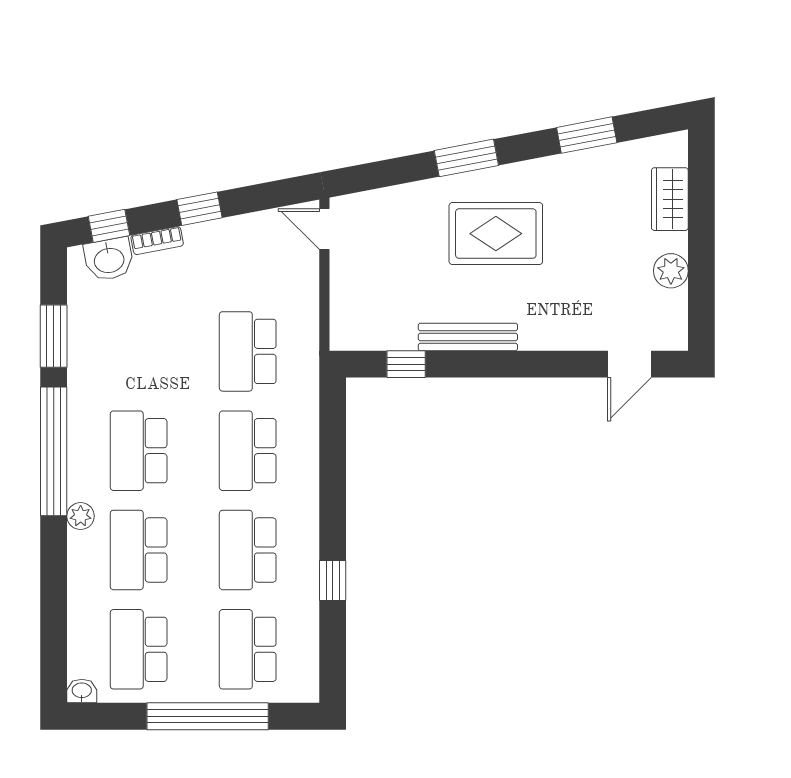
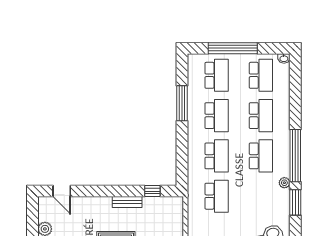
bench: (468, 337) -> (127, 202), width x0.73
door: (629, 364) -> (62, 191), swing flipped
plant: (81, 516) -> (284, 183), moved
window: (333, 580) -> (182, 103), width x2.17

